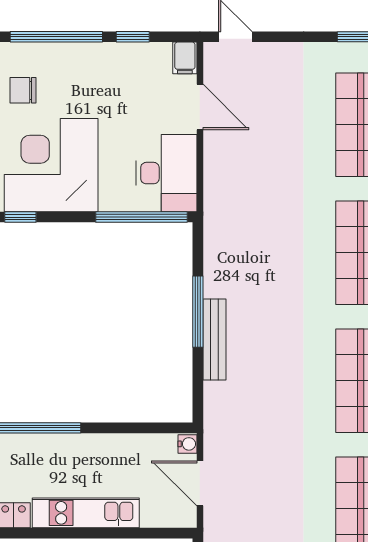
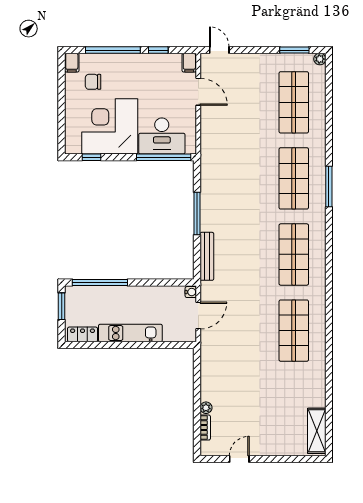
desk: (166, 173) -> (162, 136), moved, turned 90
bench: (214, 339) -> (207, 256), moved
door: (200, 483) -> (198, 315), swing flipped

